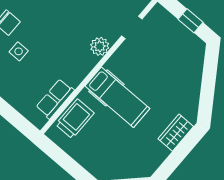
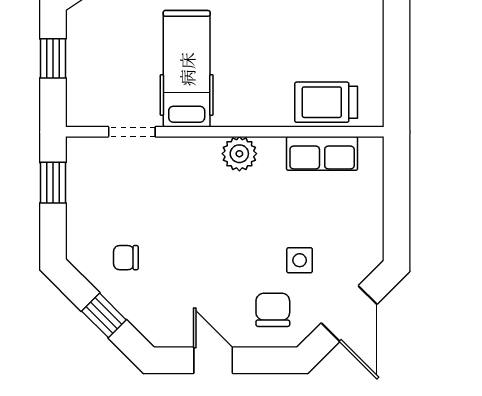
plant: (100, 46) -> (239, 154), moved
hospital bed: (117, 97) -> (187, 69), moved

